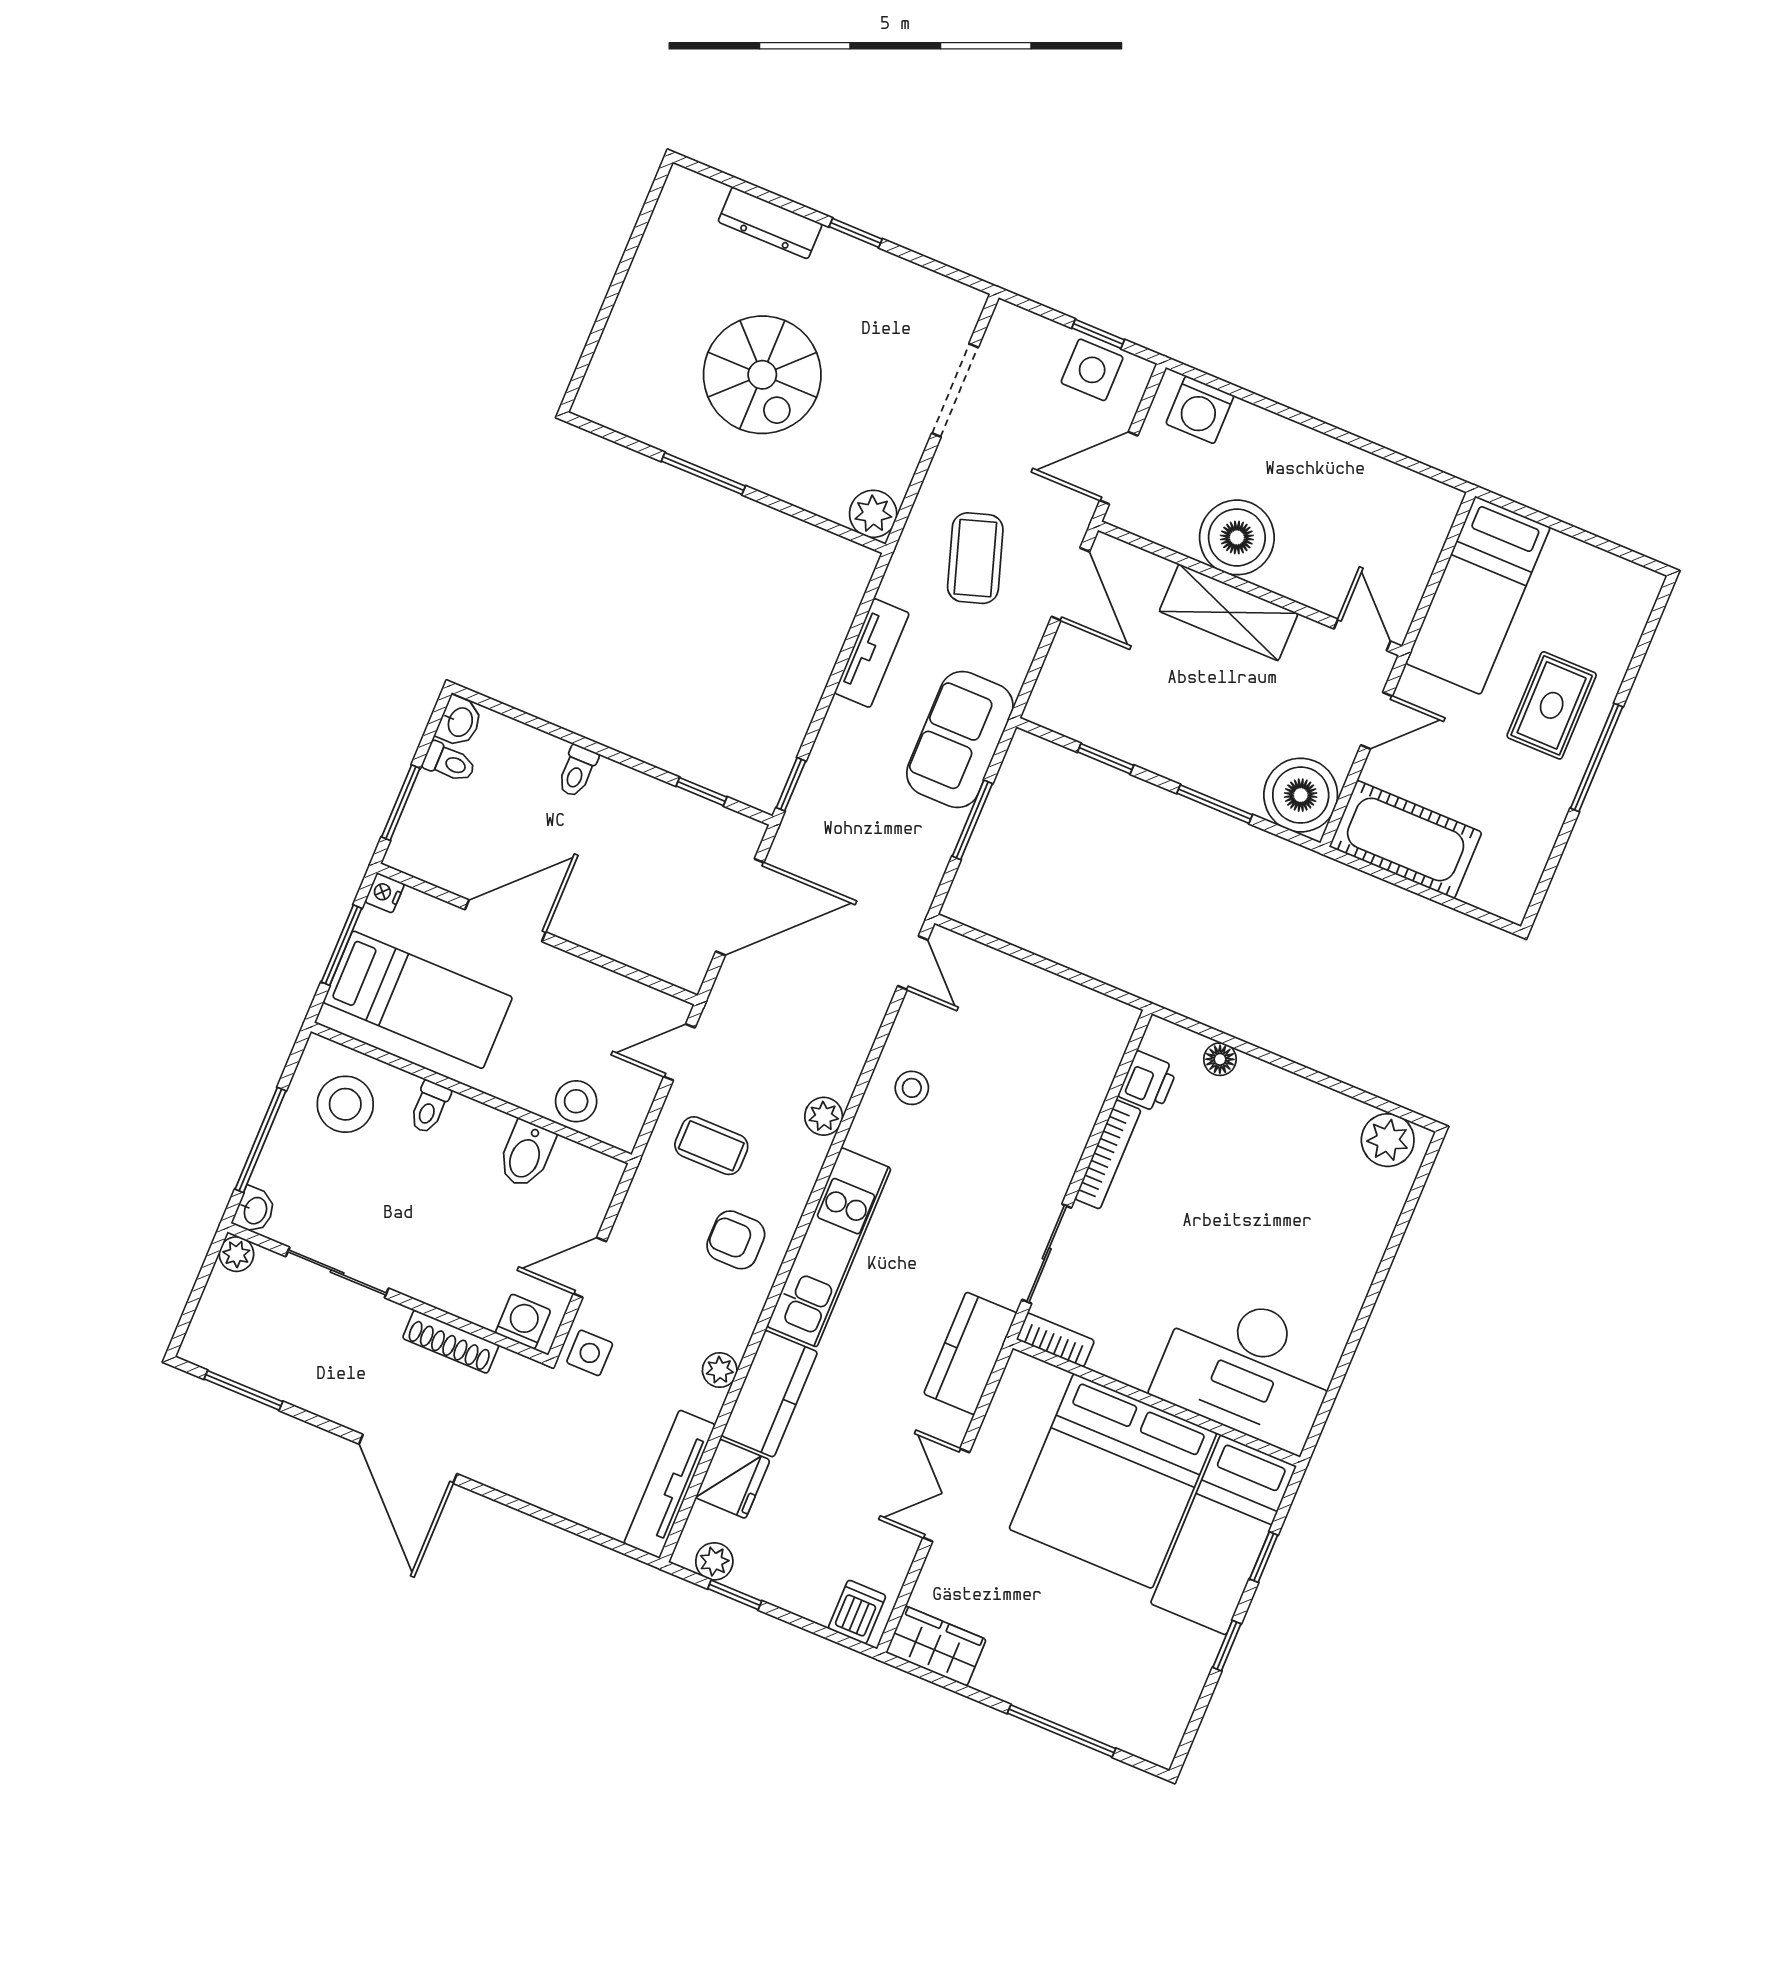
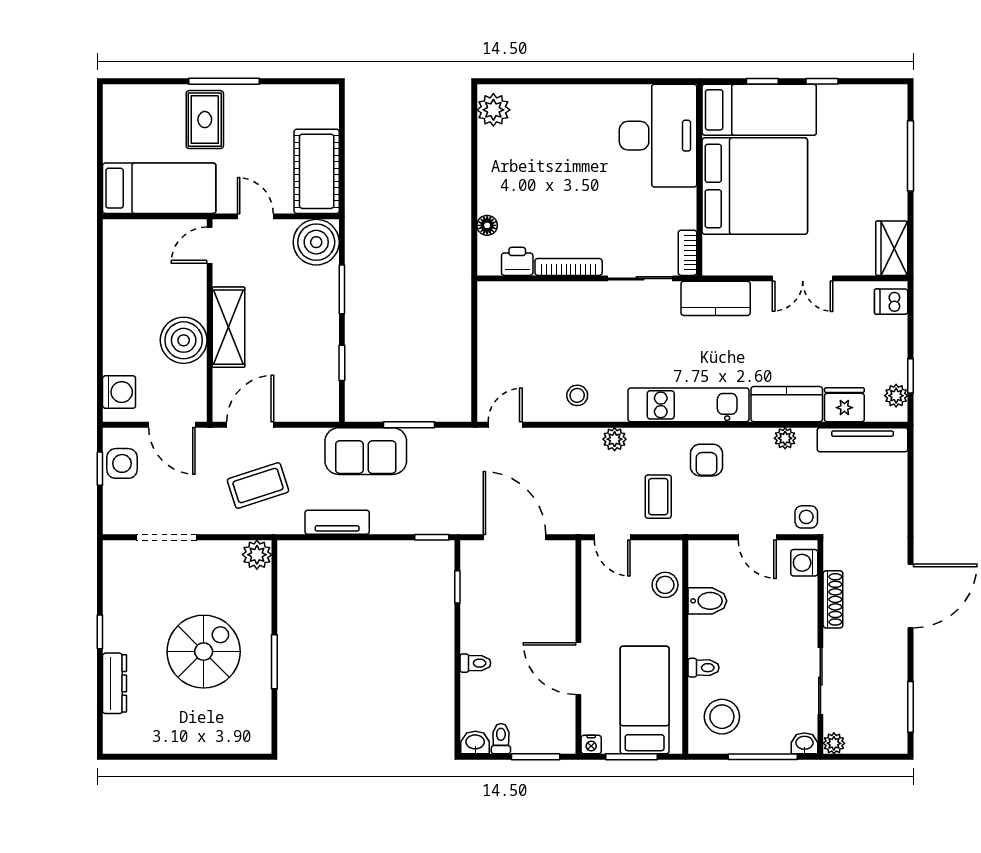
rug: (1552, 705) -> (205, 120), turned 90

